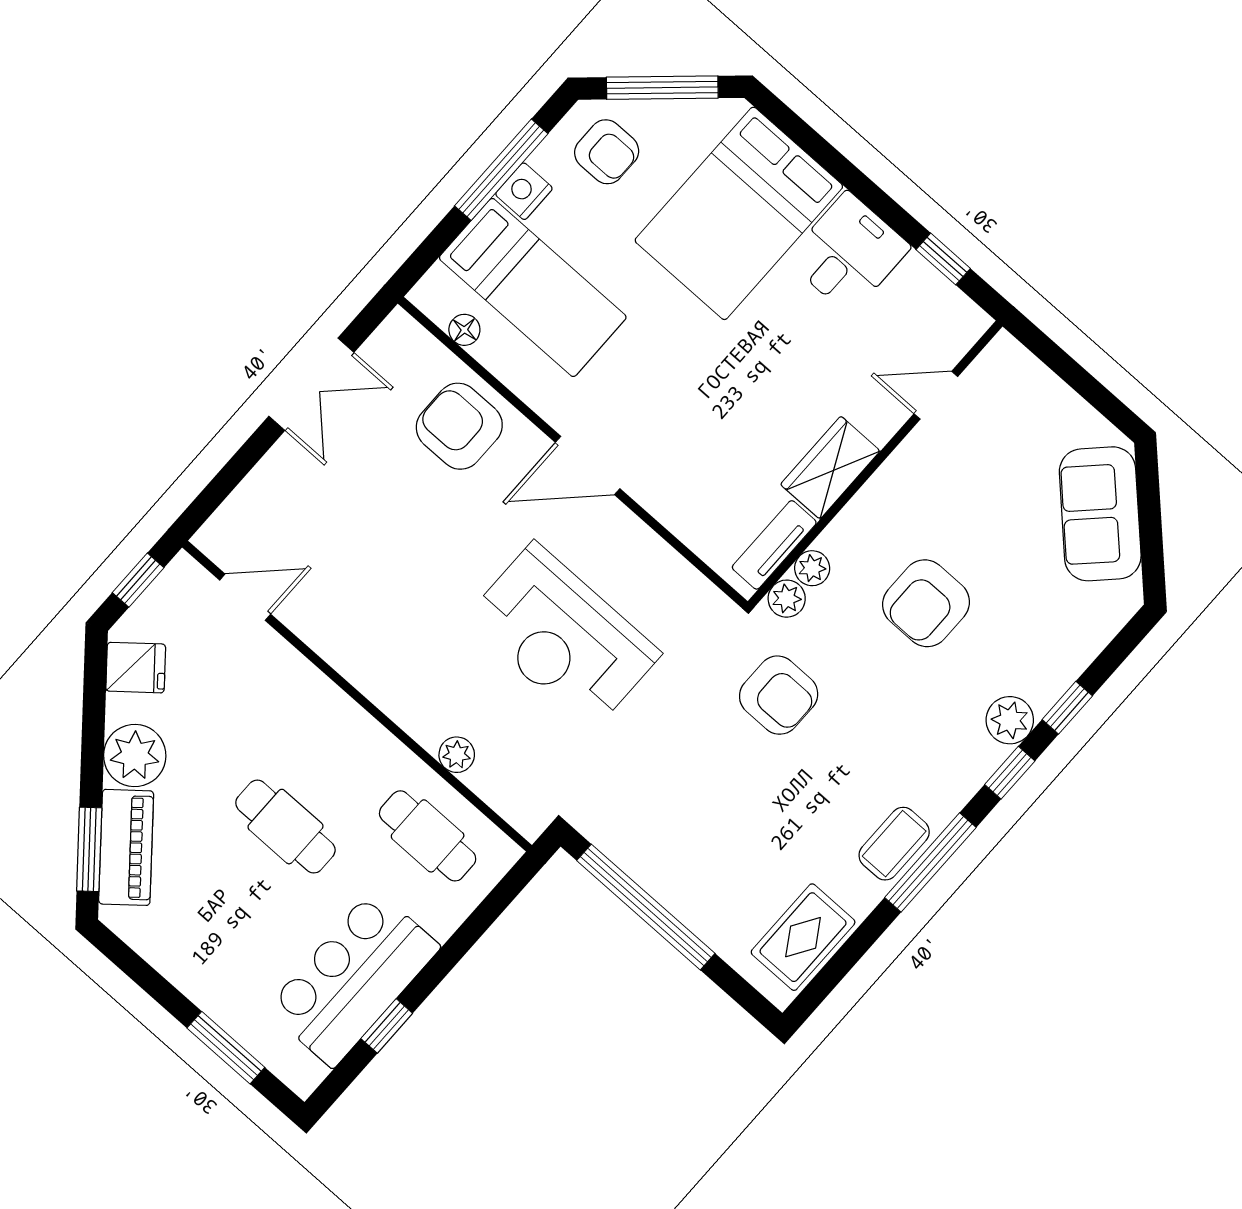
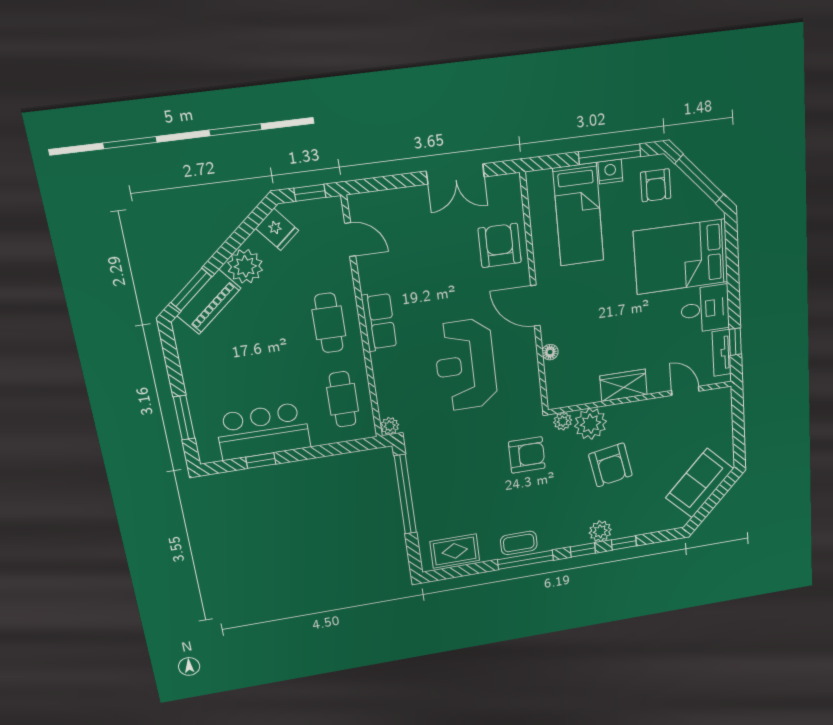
floor lamp: (464, 330) -> (550, 352), moved
tv unit: (774, 545) -> (722, 353), moved, turned -90
plant: (812, 568) -> (590, 424), width x1.88, depth x1.88
armchair: (926, 603) -> (611, 465), turned -100
row of seats: (383, 679) -> (379, 322), added
armchair: (779, 695) -> (527, 455), turned -90
plant: (457, 755) -> (390, 426), moved
cafe table: (285, 827) -> (329, 323), moved

